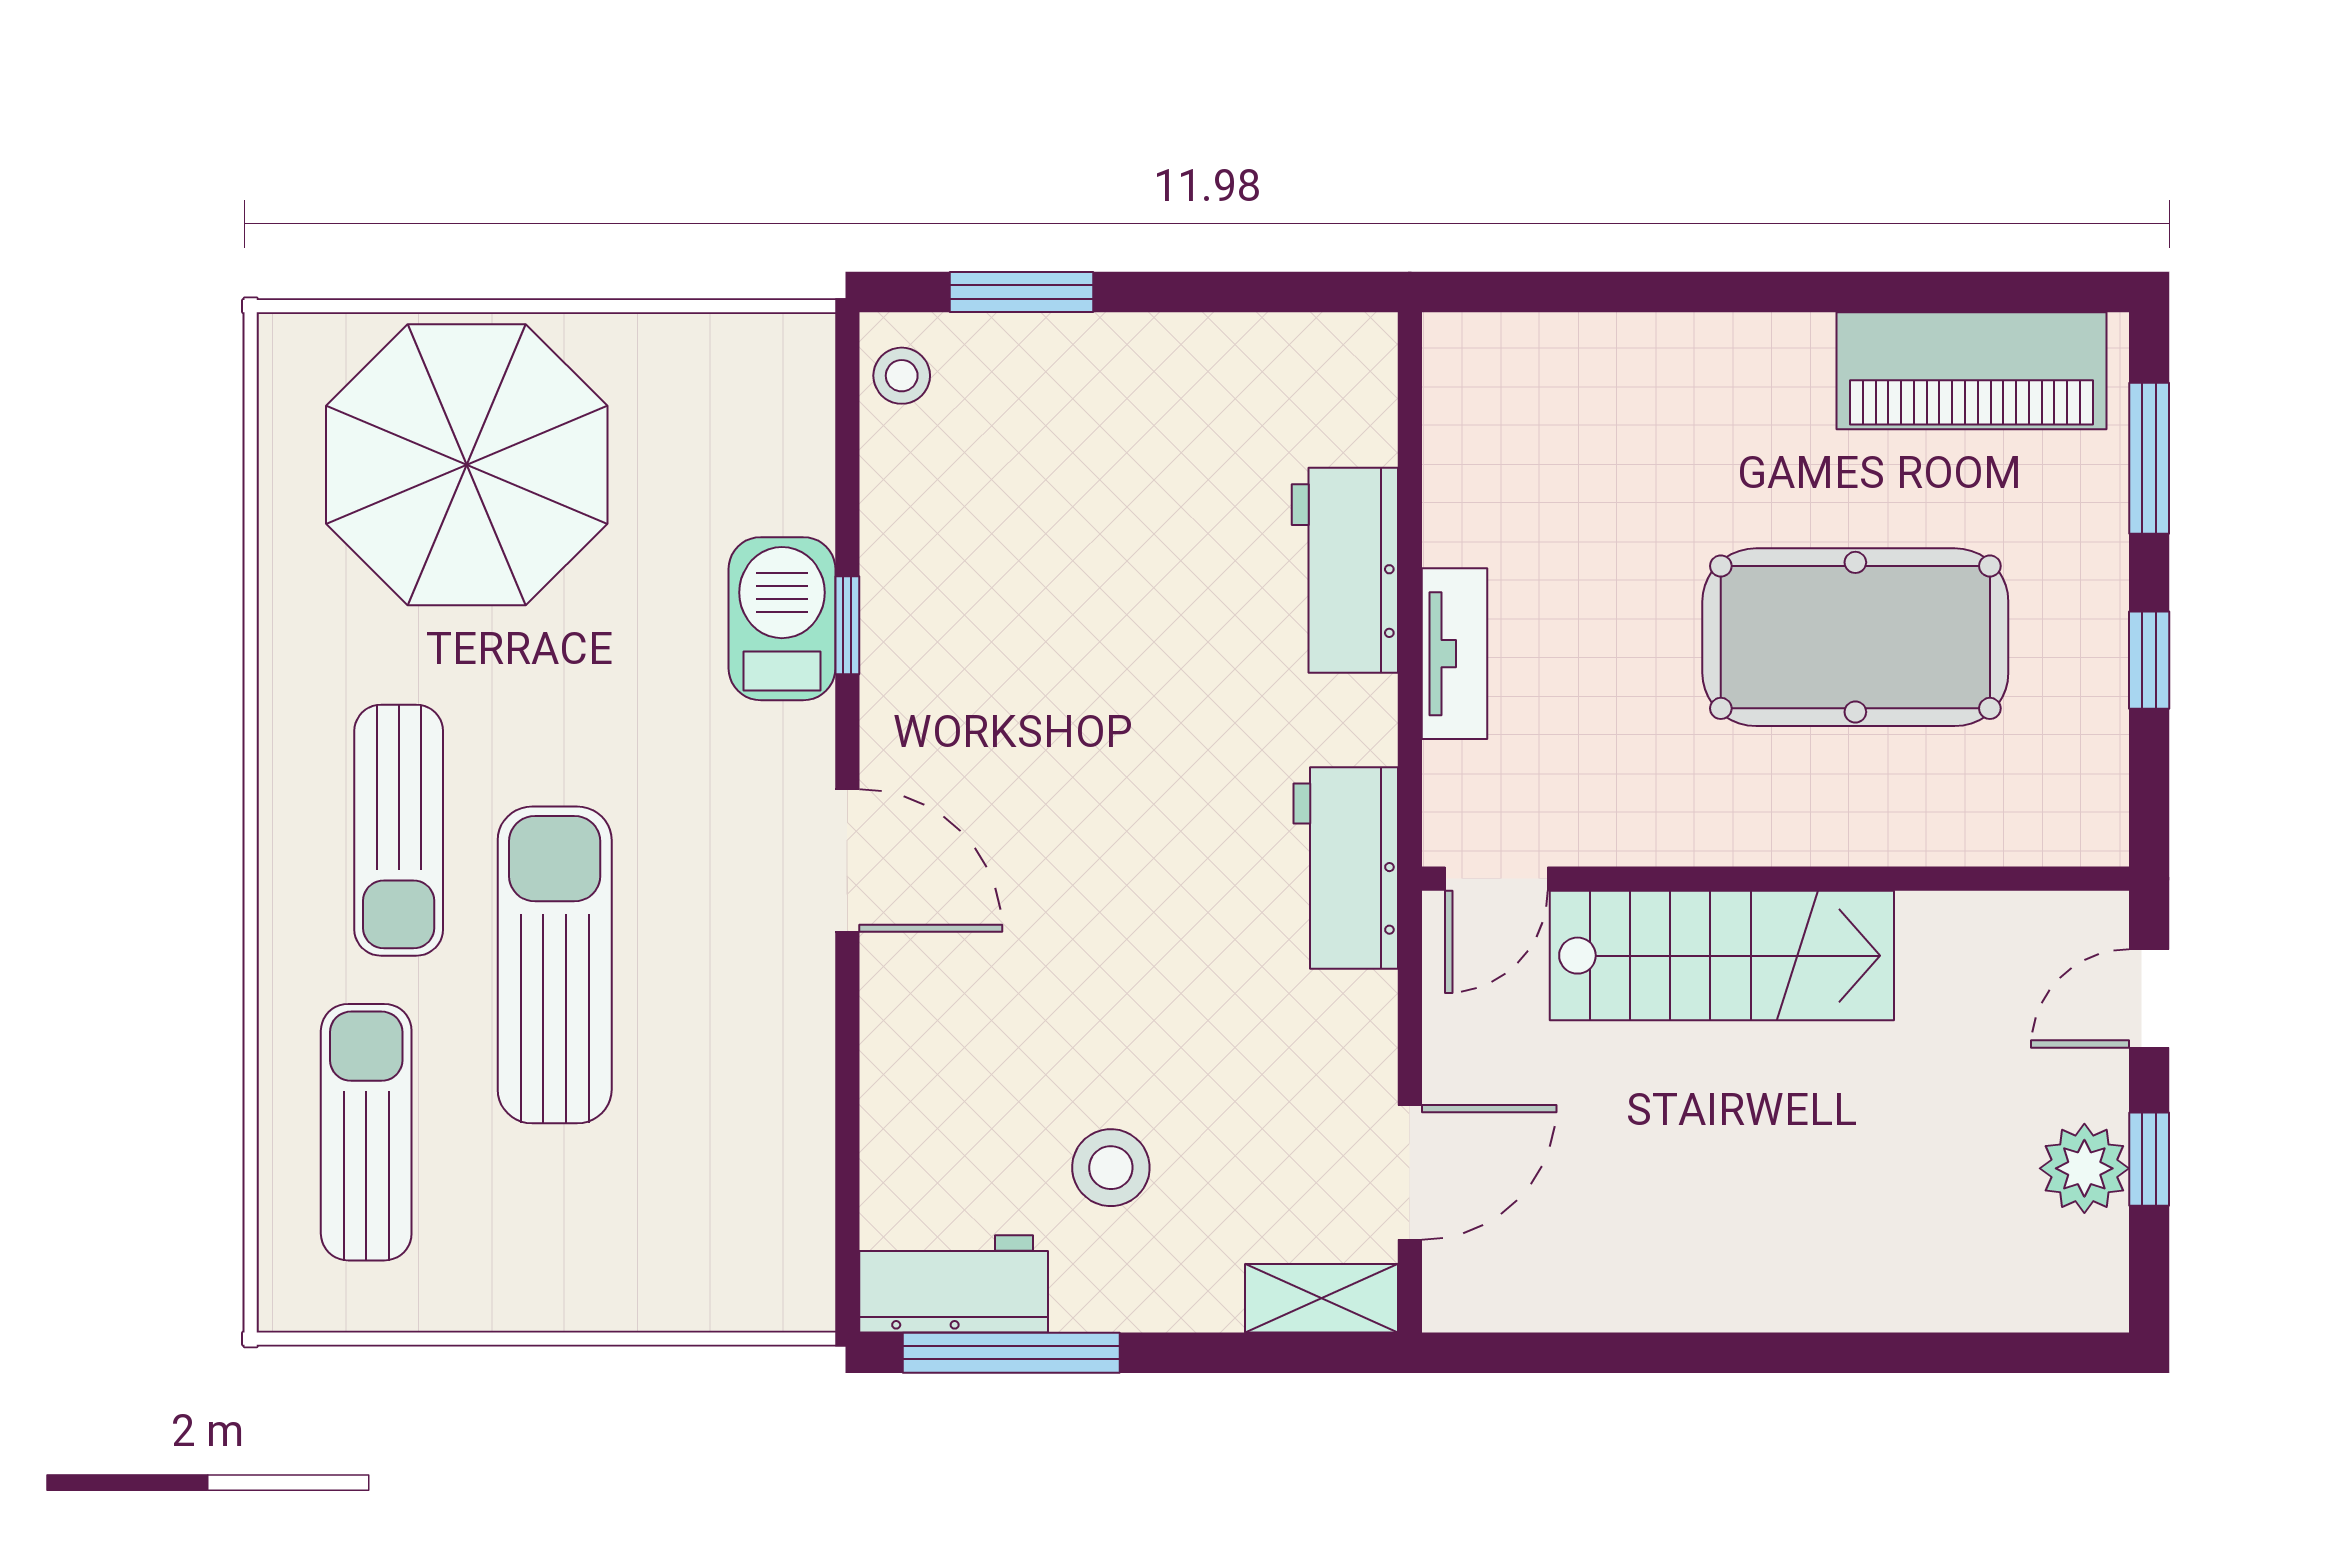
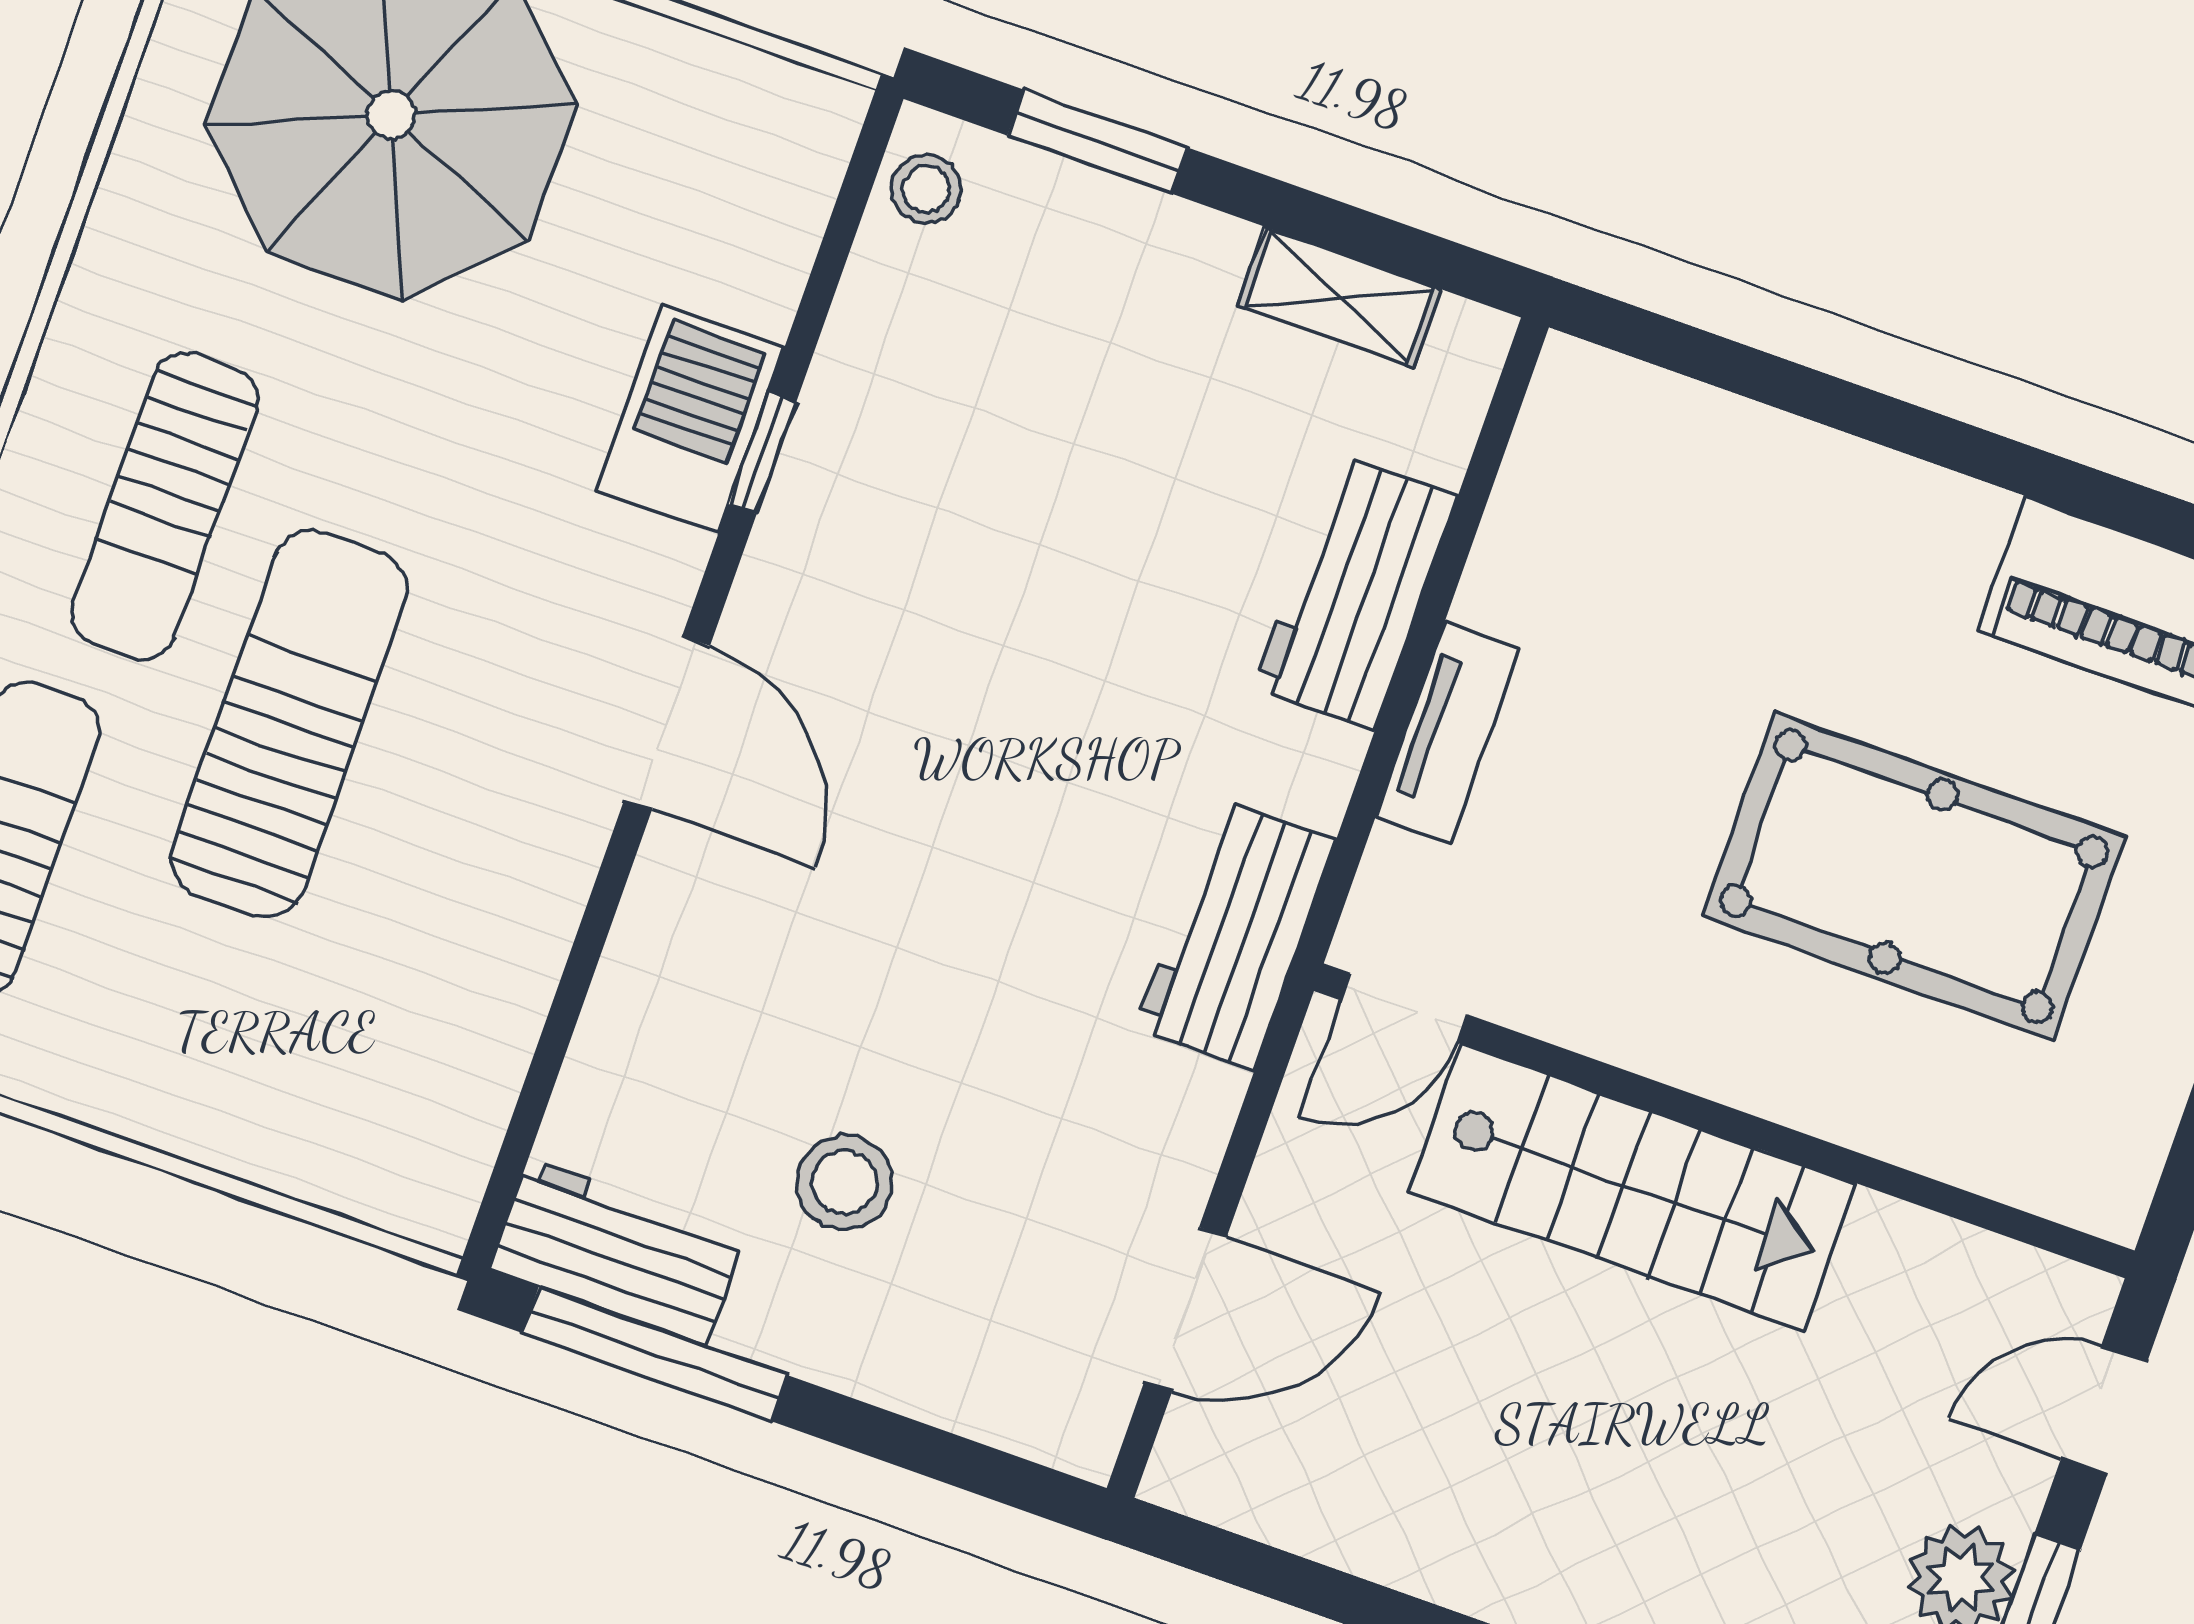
shelving: (1321, 1298) -> (1339, 297), moved

